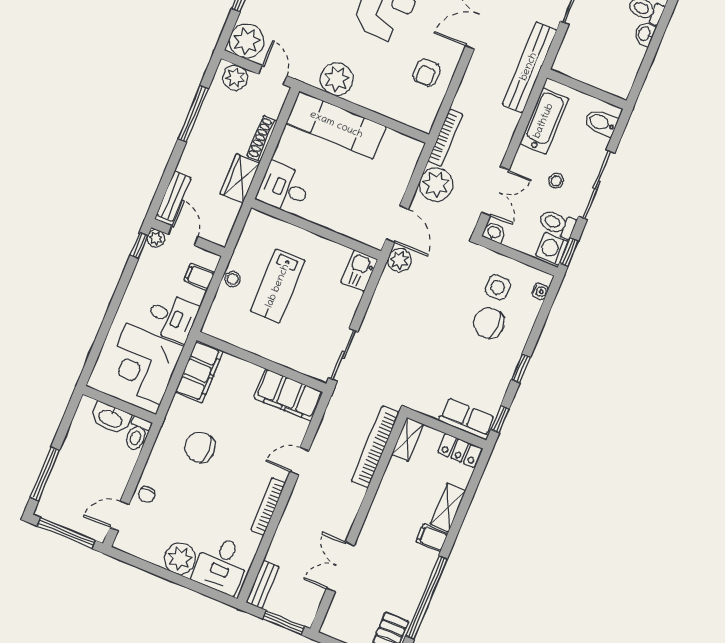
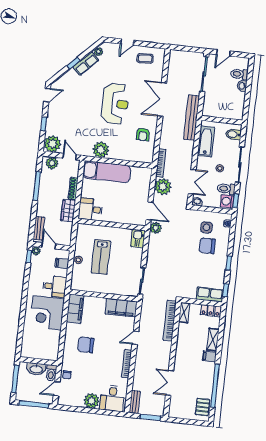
wall: (119, 404) -> (38, 361), moved
washbasin: (111, 418) -> (36, 369), moved
toilet: (137, 434) -> (51, 373), moved

